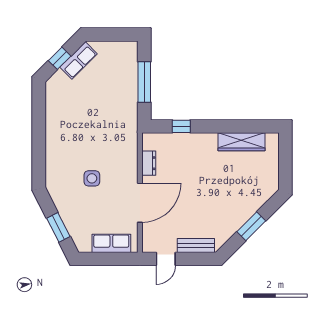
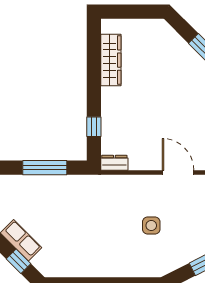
dresser: (149, 163) -> (114, 163), moved
door: (140, 203) -> (178, 172), width x0.73

